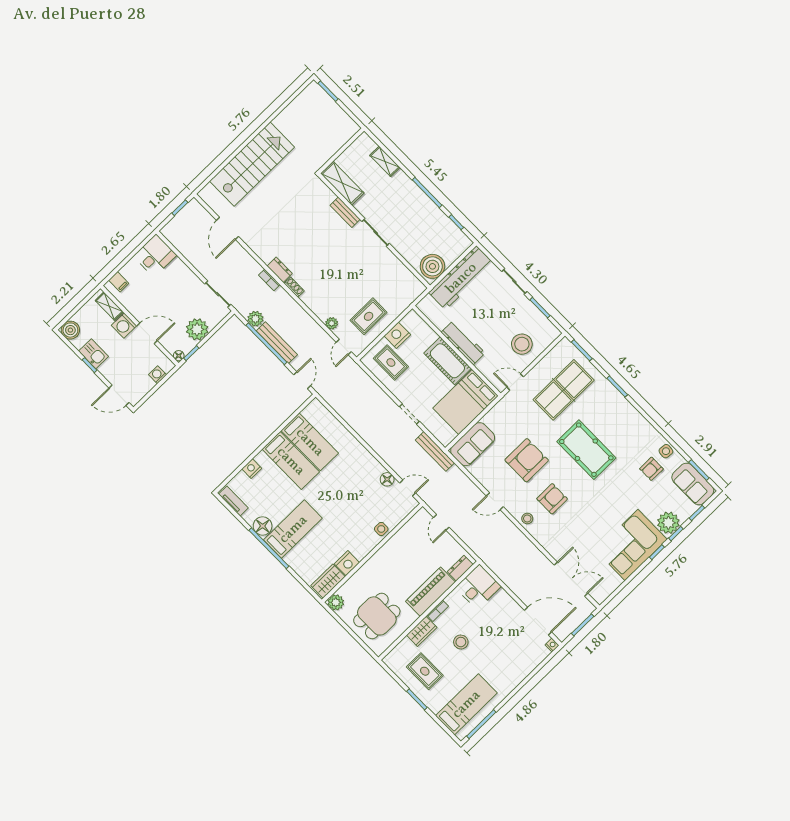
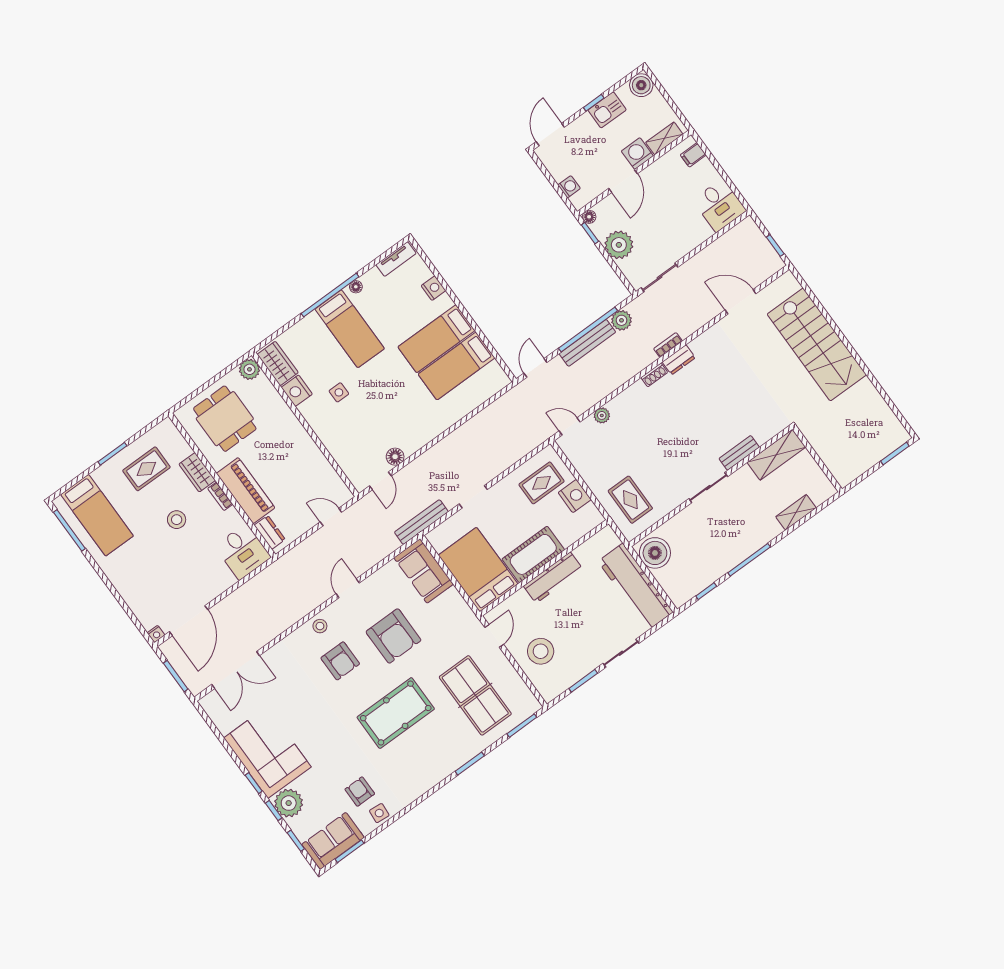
rug: (369, 316) -> (630, 500), moved
door: (302, 380) -> (535, 368), swing flipped
floor lamp: (263, 526) -> (356, 287), width x0.53, depth x0.53
side table: (381, 529) -> (339, 392), moved

